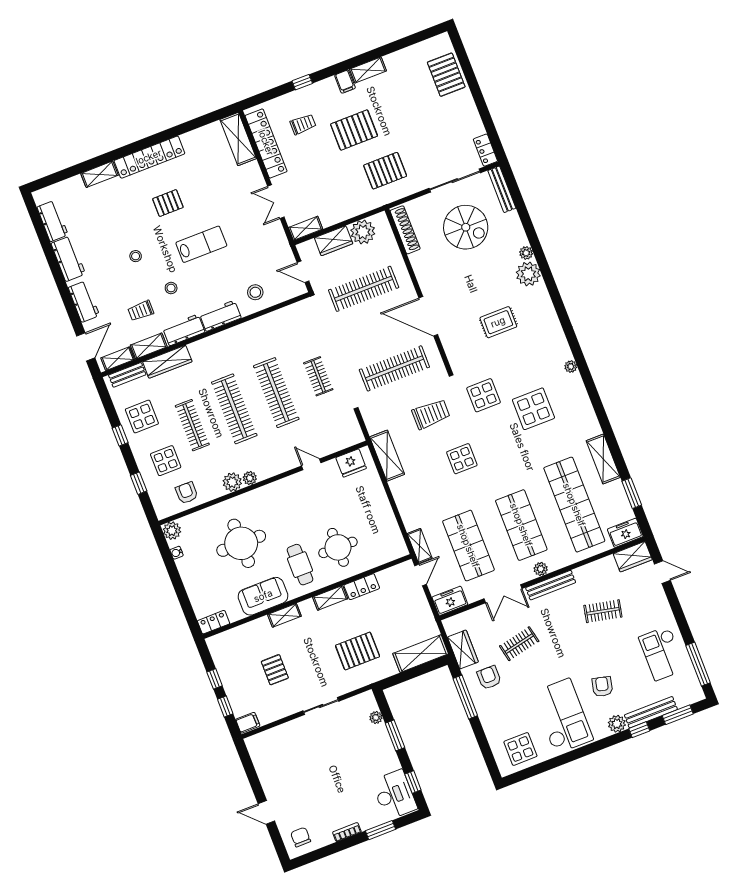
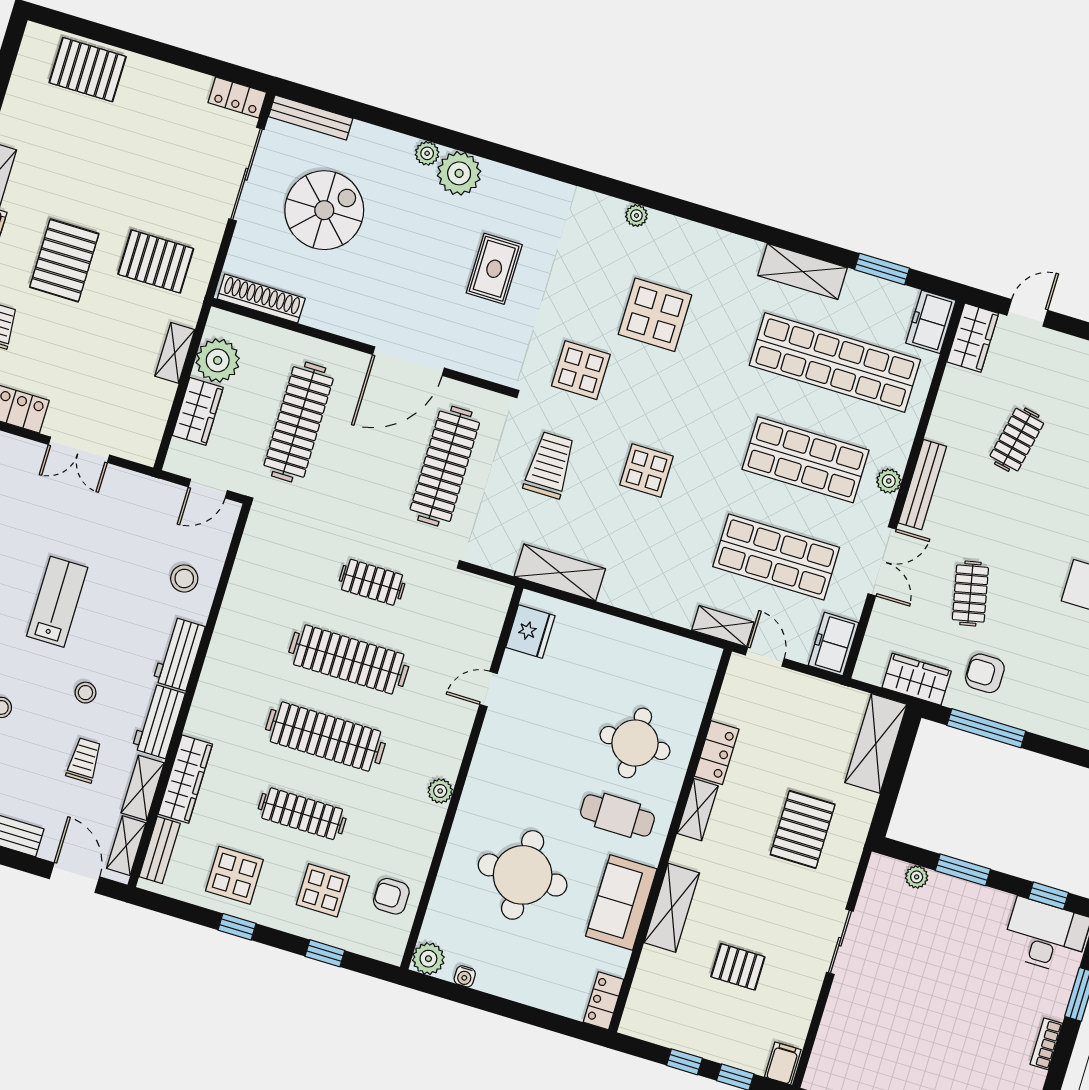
pallet: (385, 171) -> (156, 261), turned 90
shelving: (306, 228) -> (175, 353), moved
trolley: (141, 311) -> (84, 760), turned 180
plant: (232, 482) -> (427, 820), removed
shelving: (284, 615) -> (672, 908), width x1.50, depth x1.33

